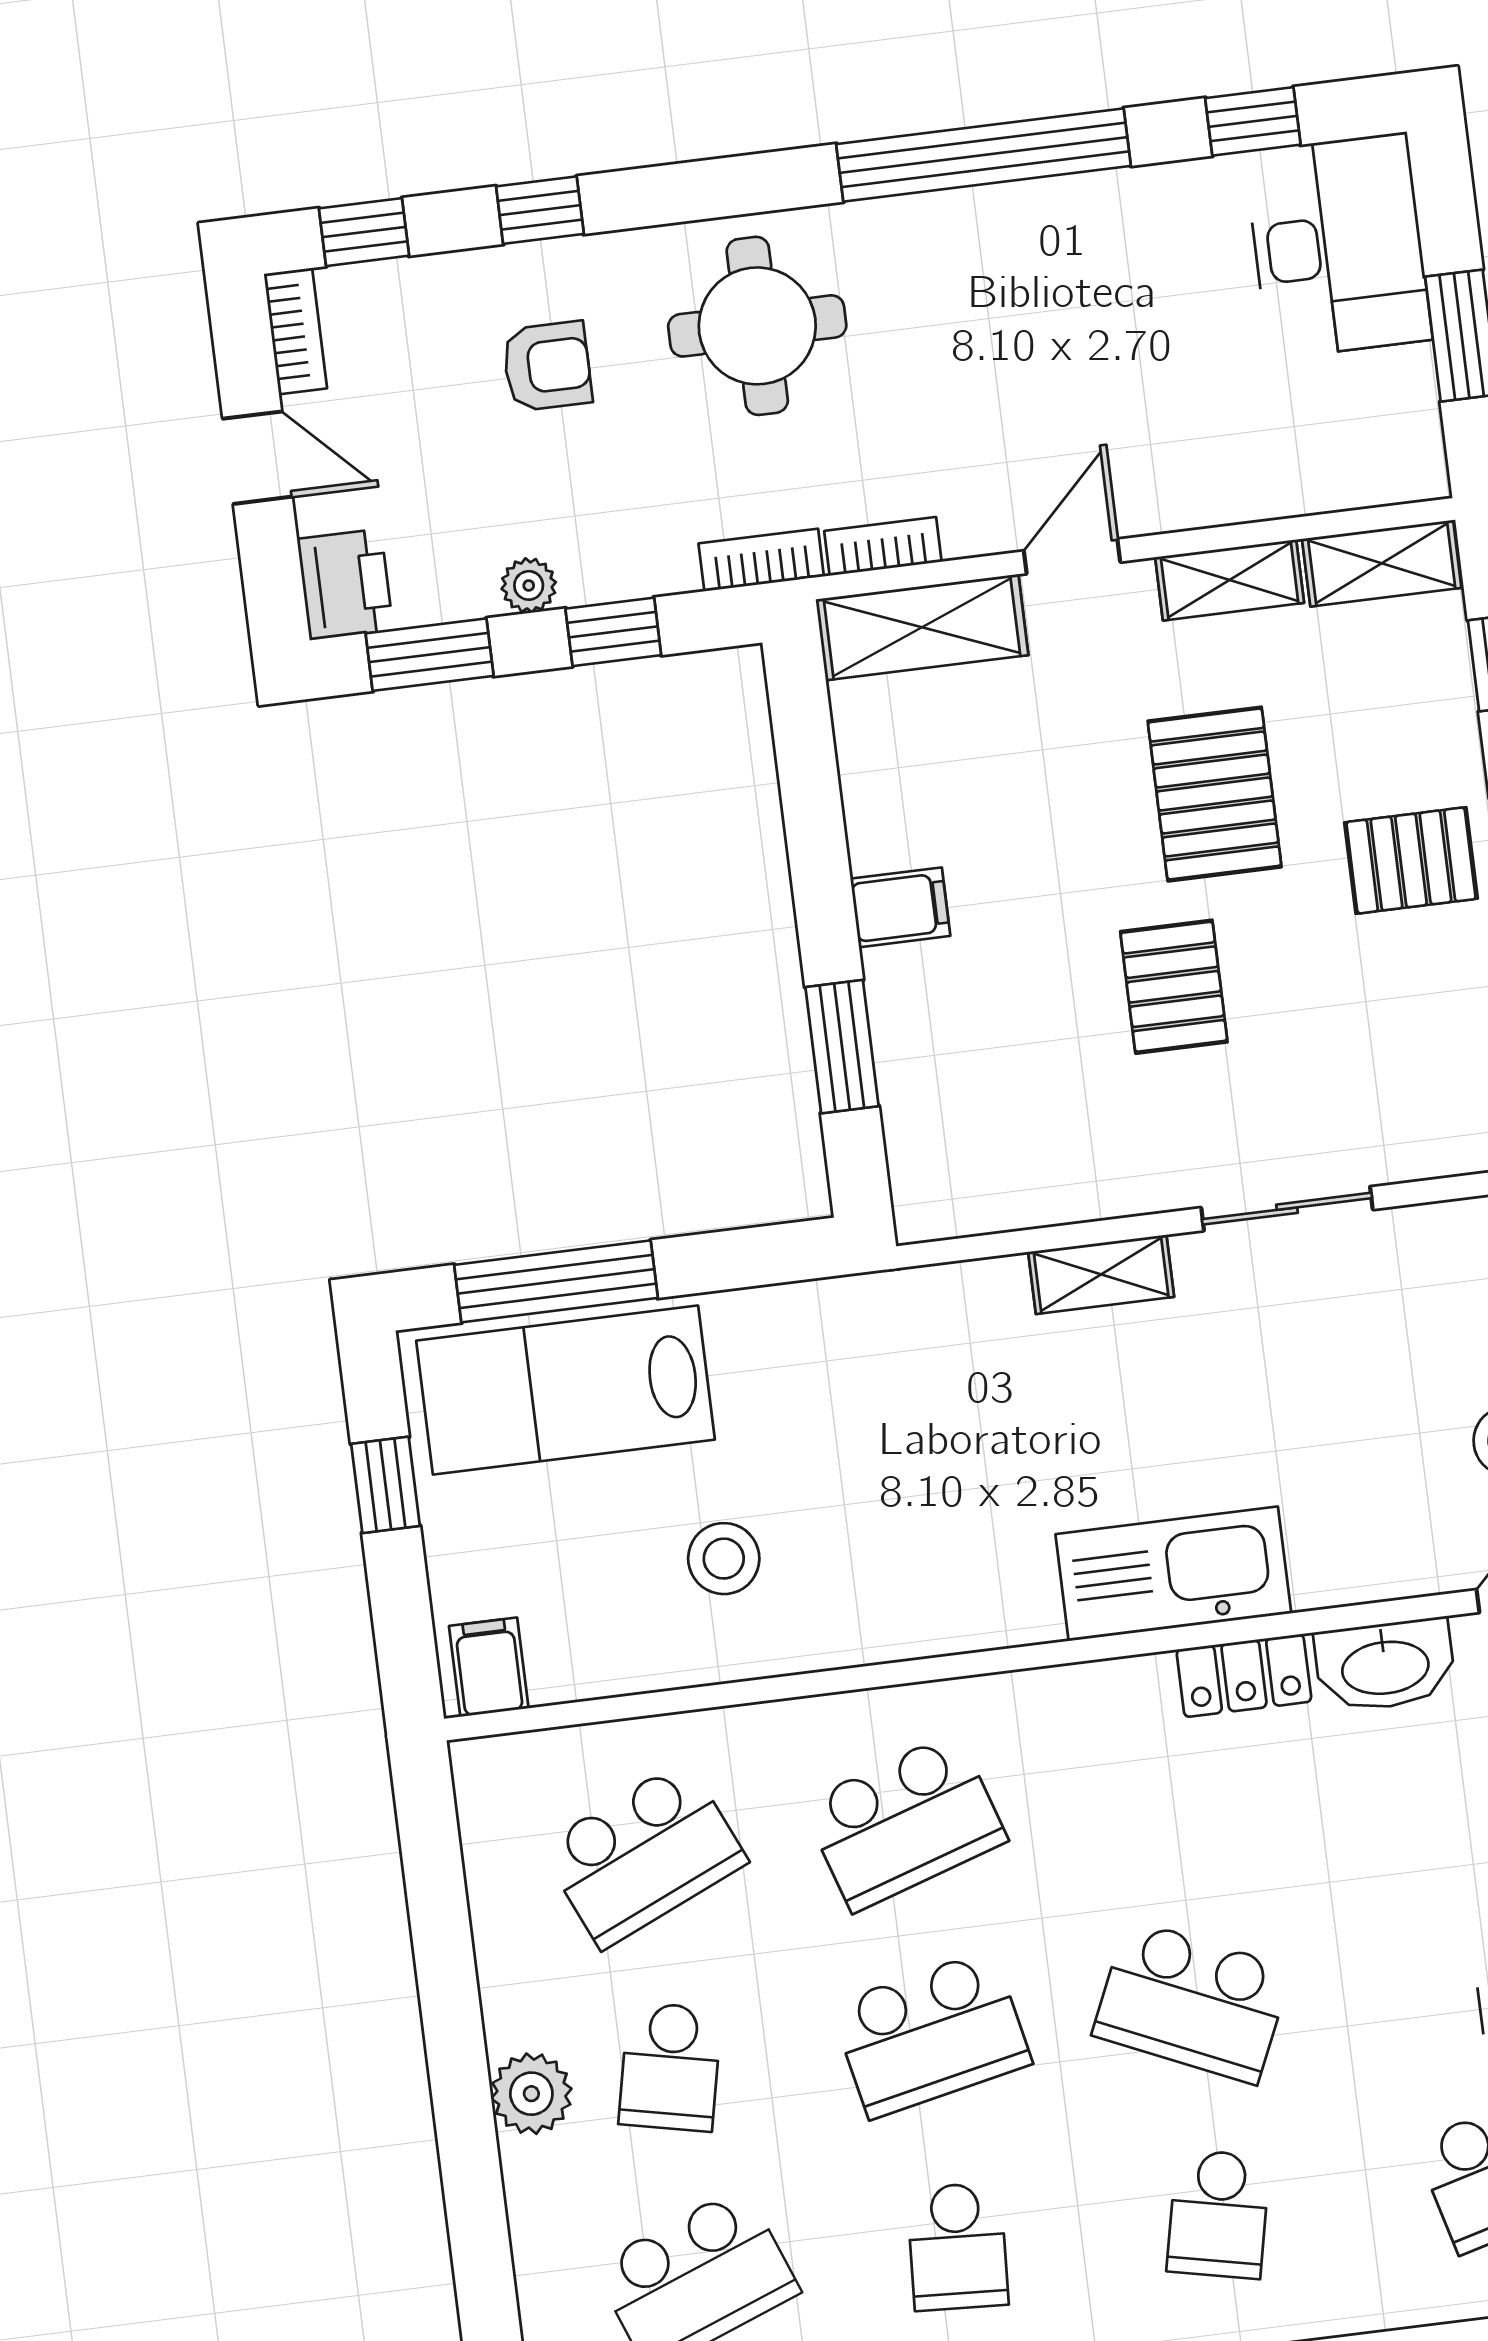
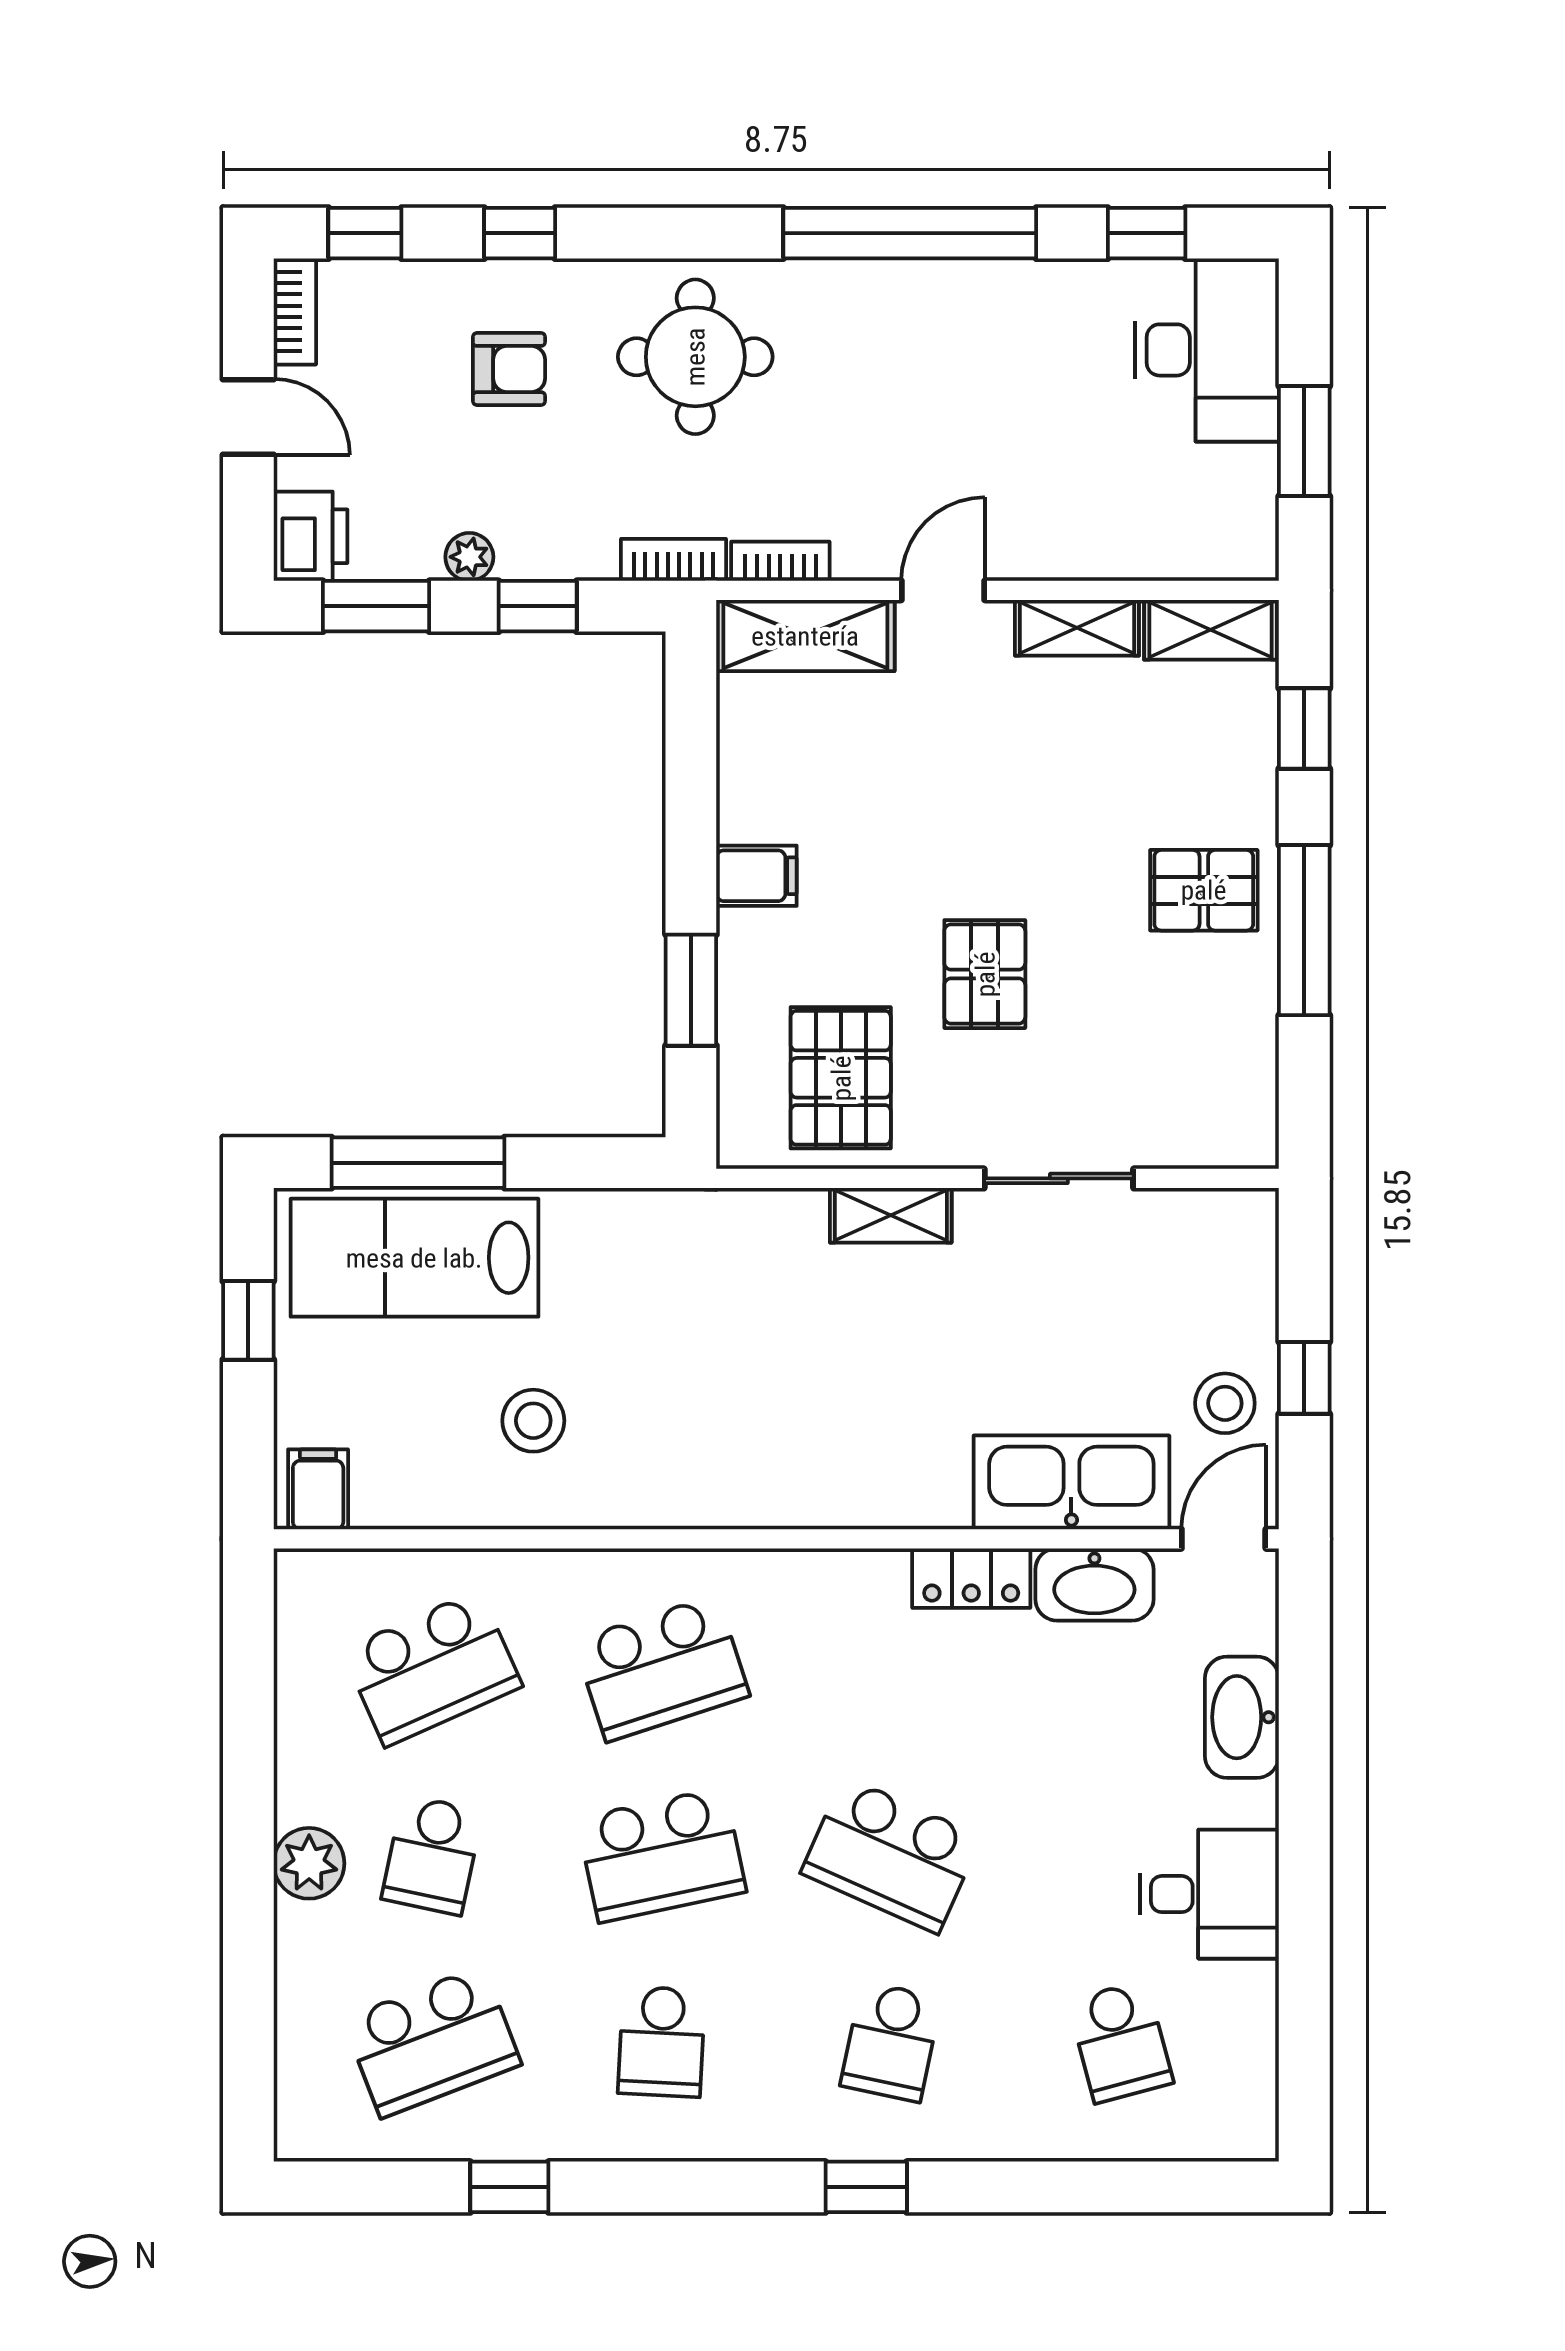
pallet: (1215, 794) -> (841, 1078), moved
kitchen sink: (1173, 1574) -> (1071, 1482), moved

